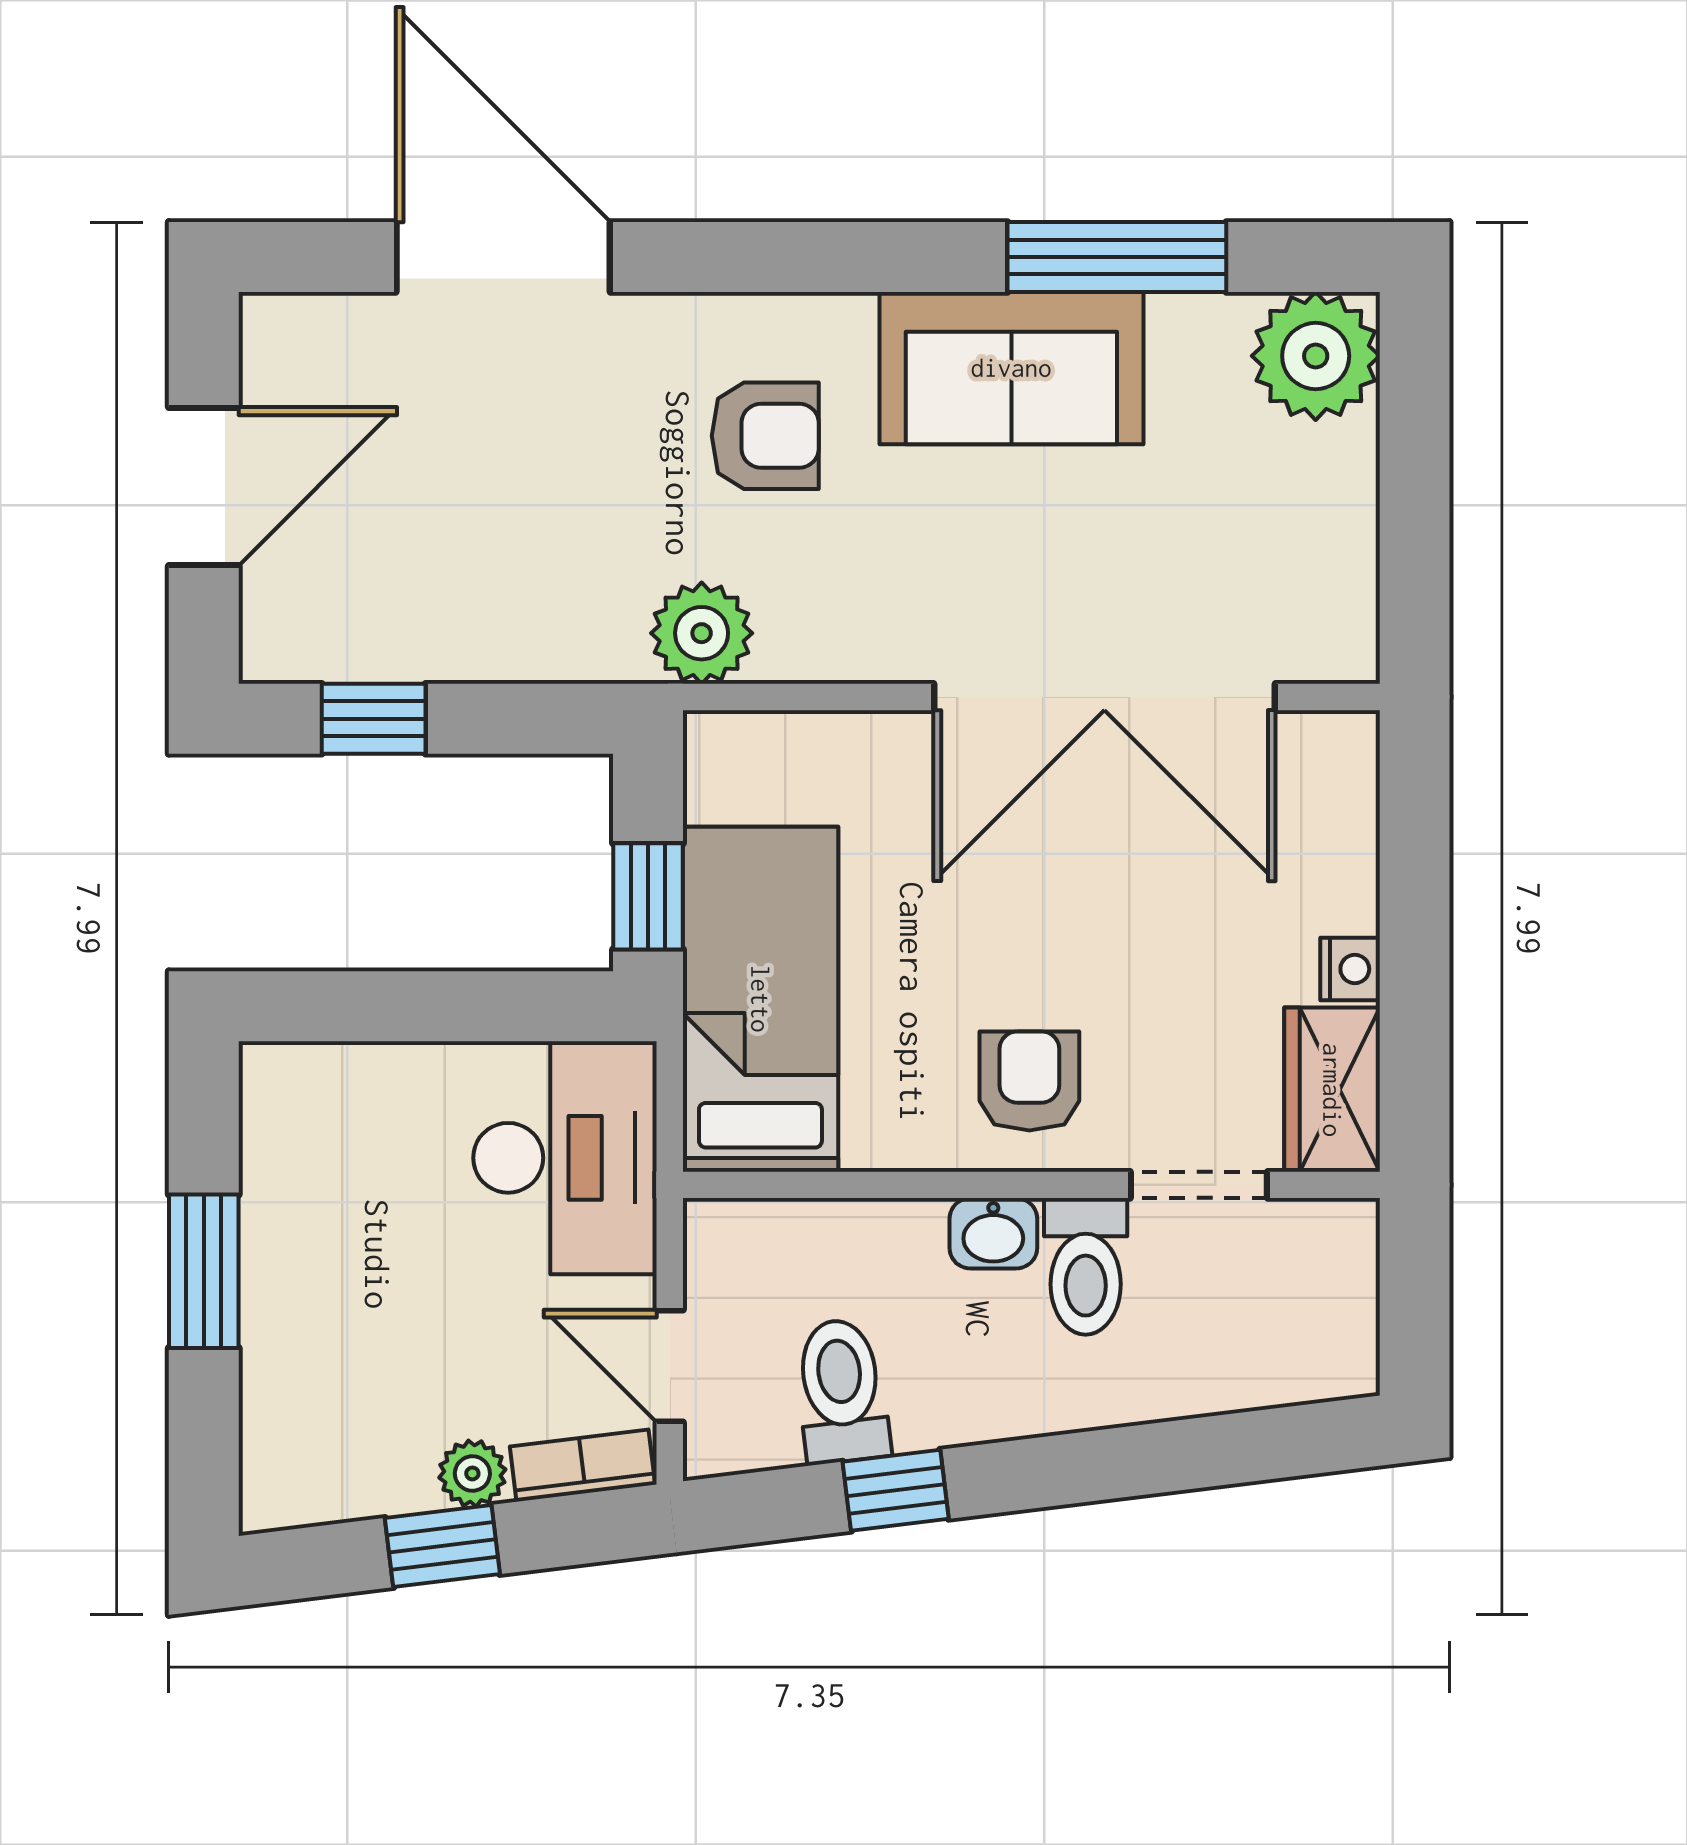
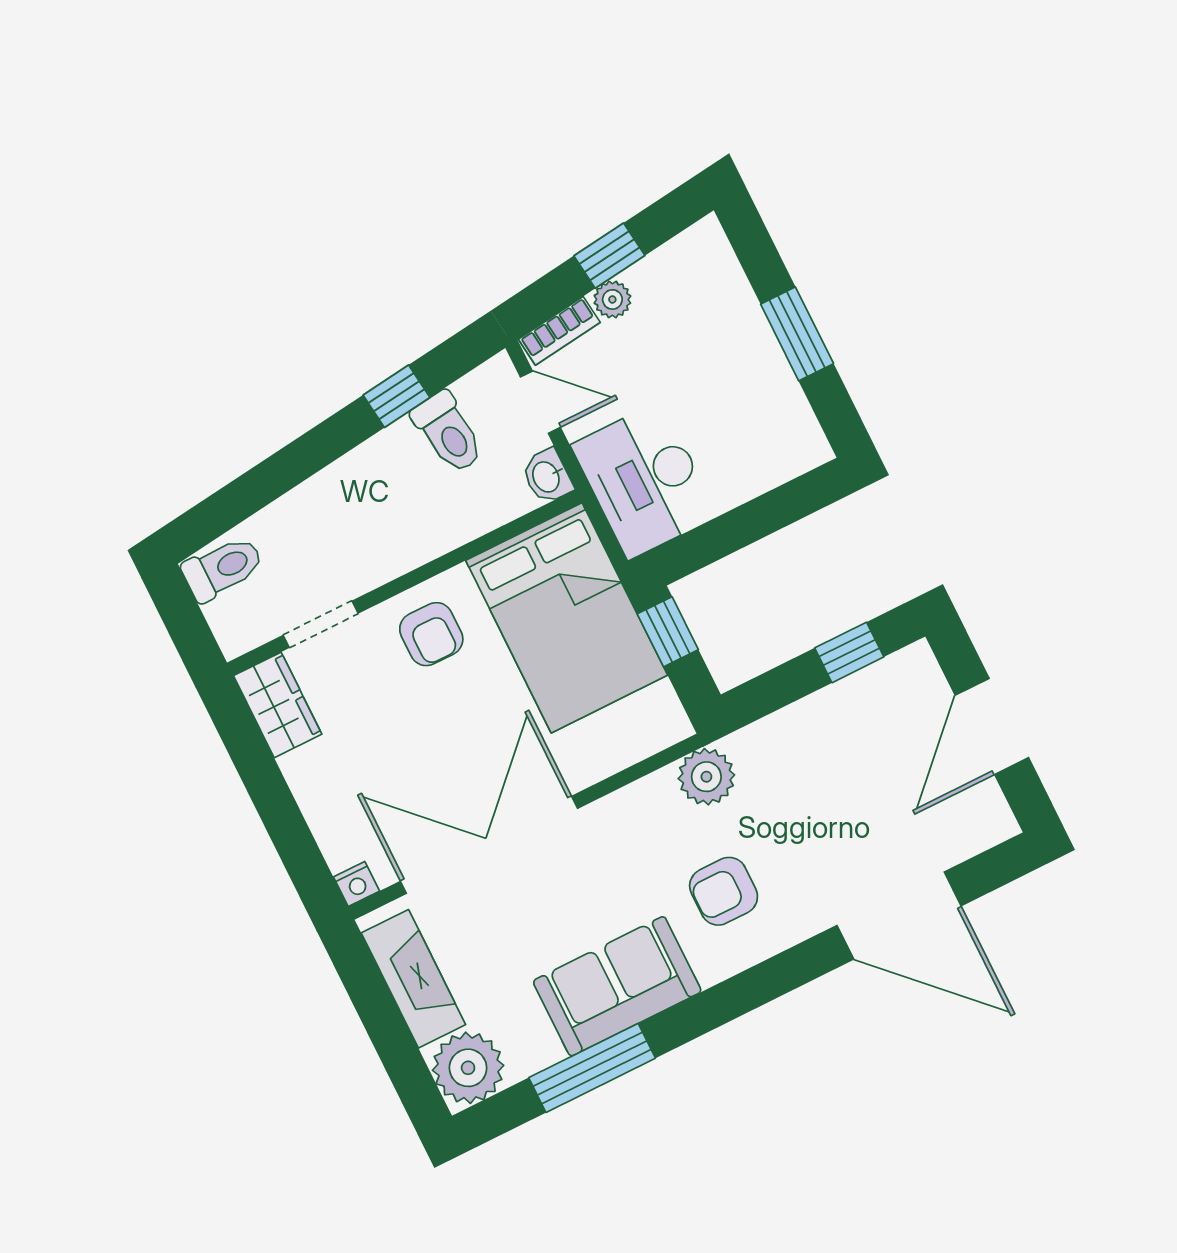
fireplace: (1332, 542) -> (413, 979), added
nightstand: (1350, 969) -> (356, 884), moved, turned -90
bed: (760, 999) -> (567, 618), width x1.50
washbasin: (993, 1233) -> (547, 476), moved, turned -90
toilet: (1086, 1266) -> (223, 568), moved, turned 90

